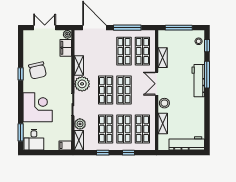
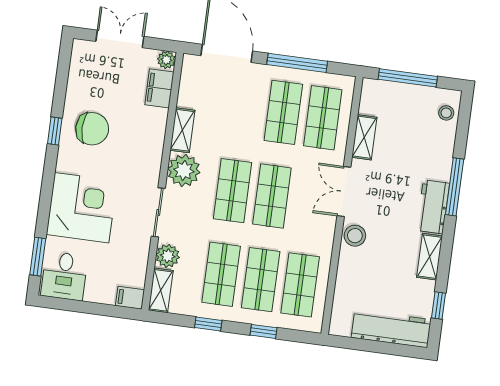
window: (207, 46) -> (439, 305), moved
chair: (38, 70) -> (92, 129), turned -77
workbench: (198, 81) -> (433, 207), width x0.73
shelving: (163, 124) -> (430, 257), moved

